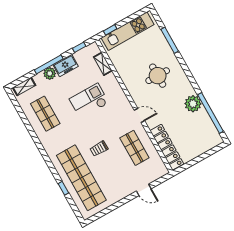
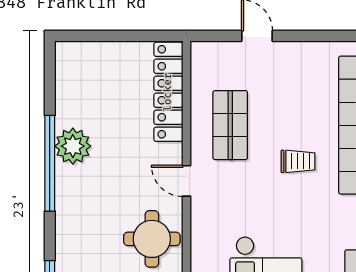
round table: (158, 76) -> (152, 239), moved
window: (210, 113) -> (50, 163), moved

